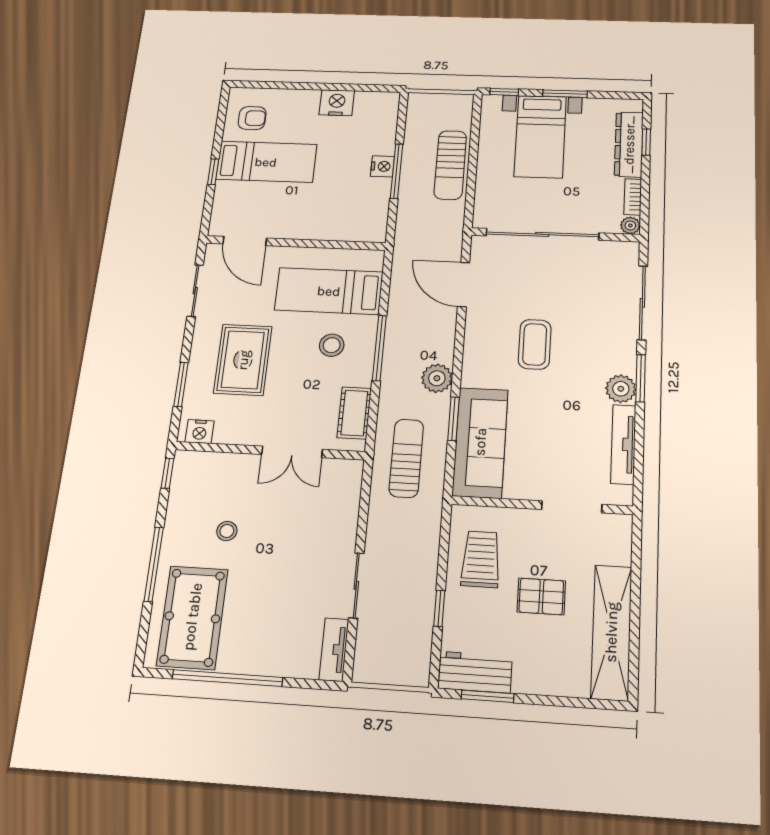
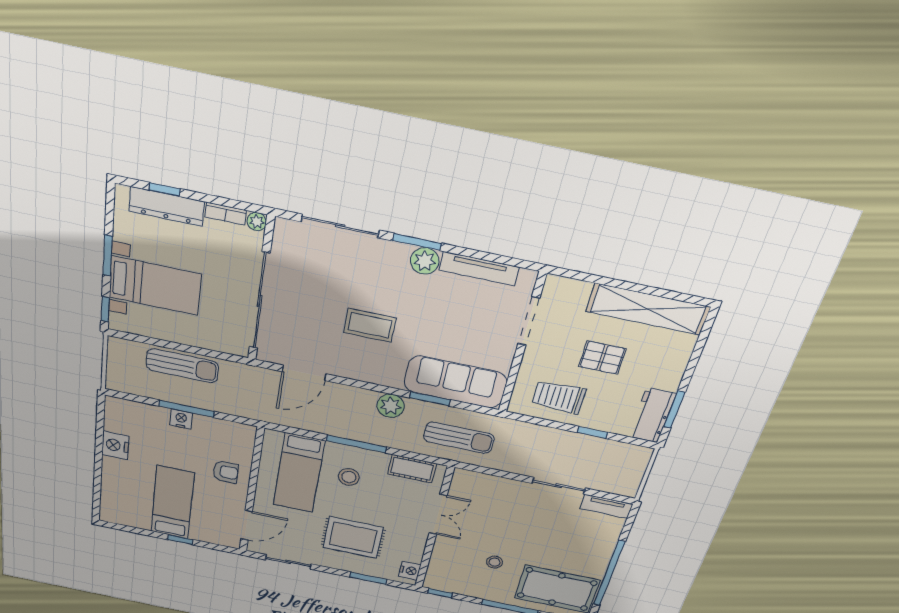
armchair: (252, 118) -> (226, 472), moved, turned 90
sun lounger: (406, 458) -> (459, 438), turned 180
pallet: (541, 596) -> (602, 358), turned 90

